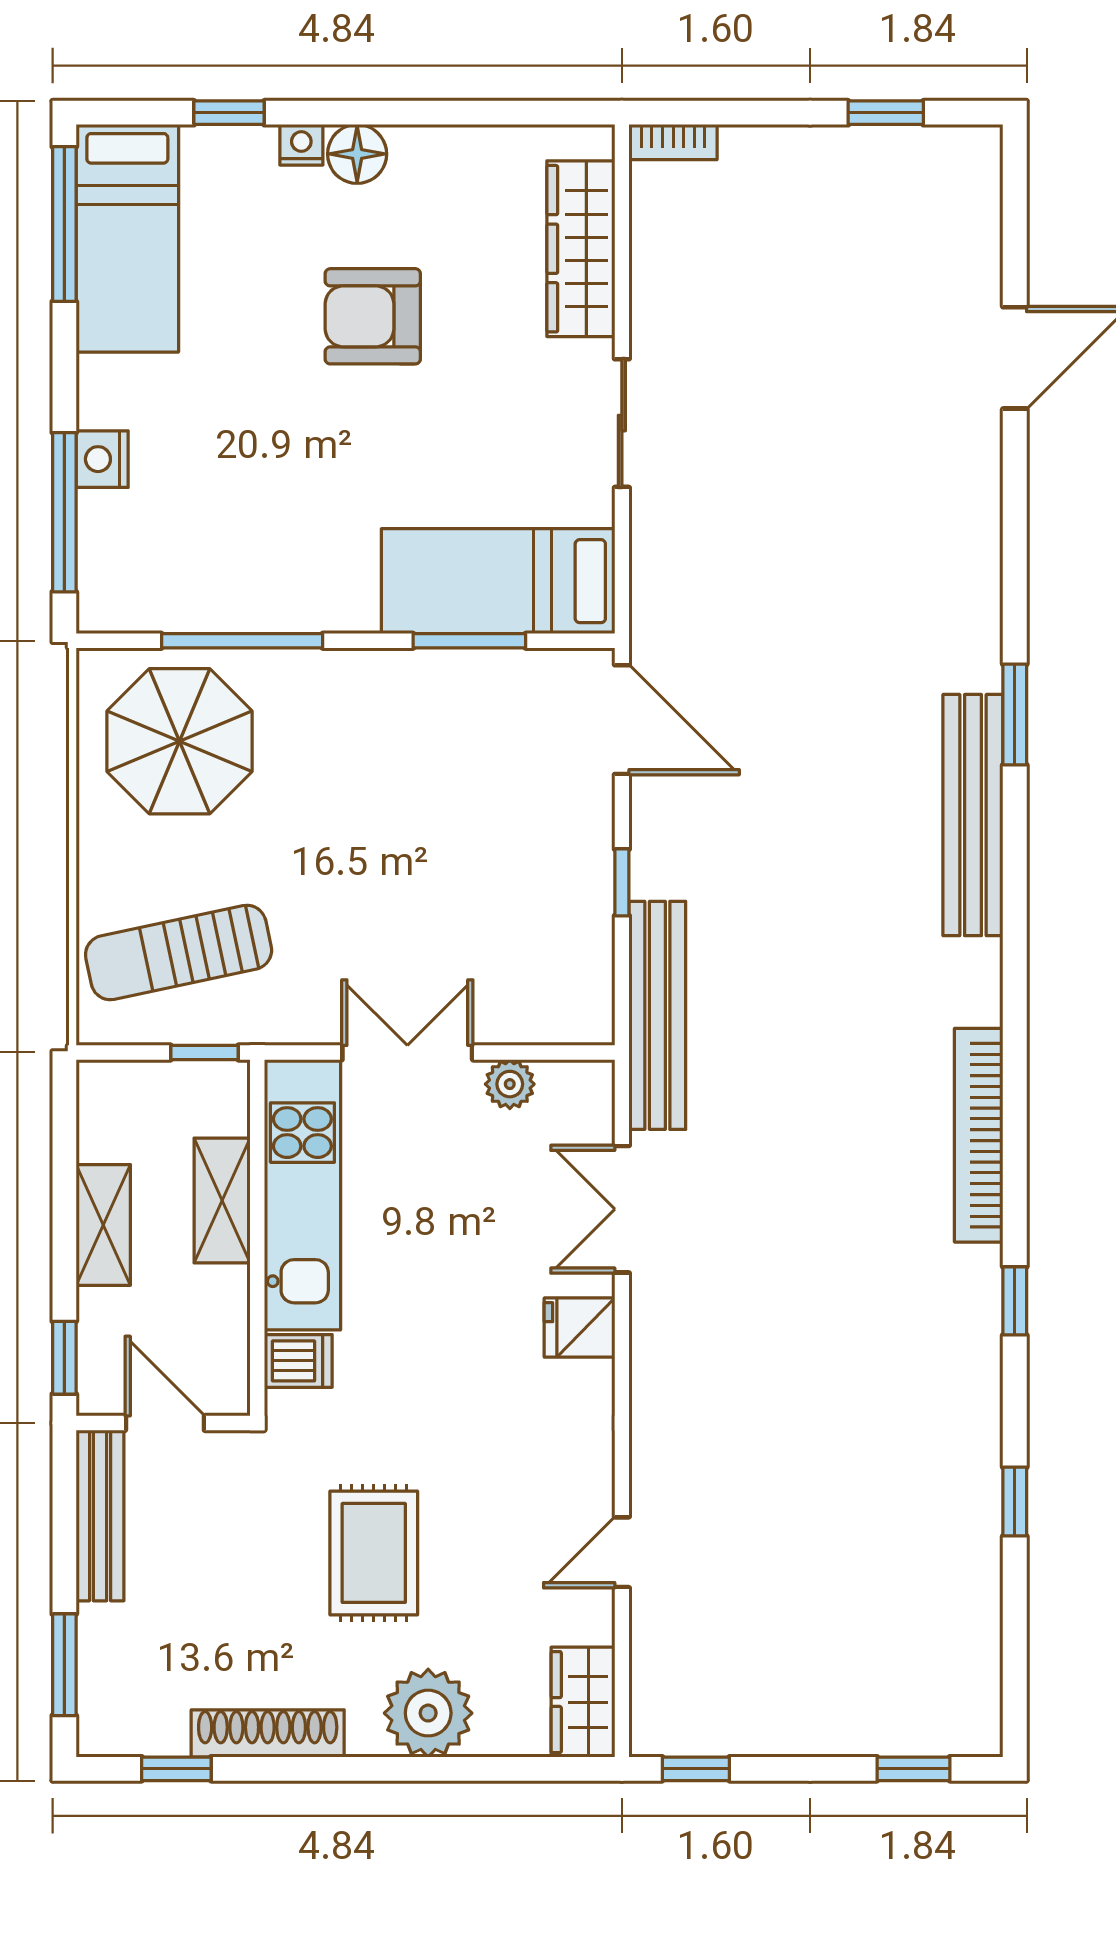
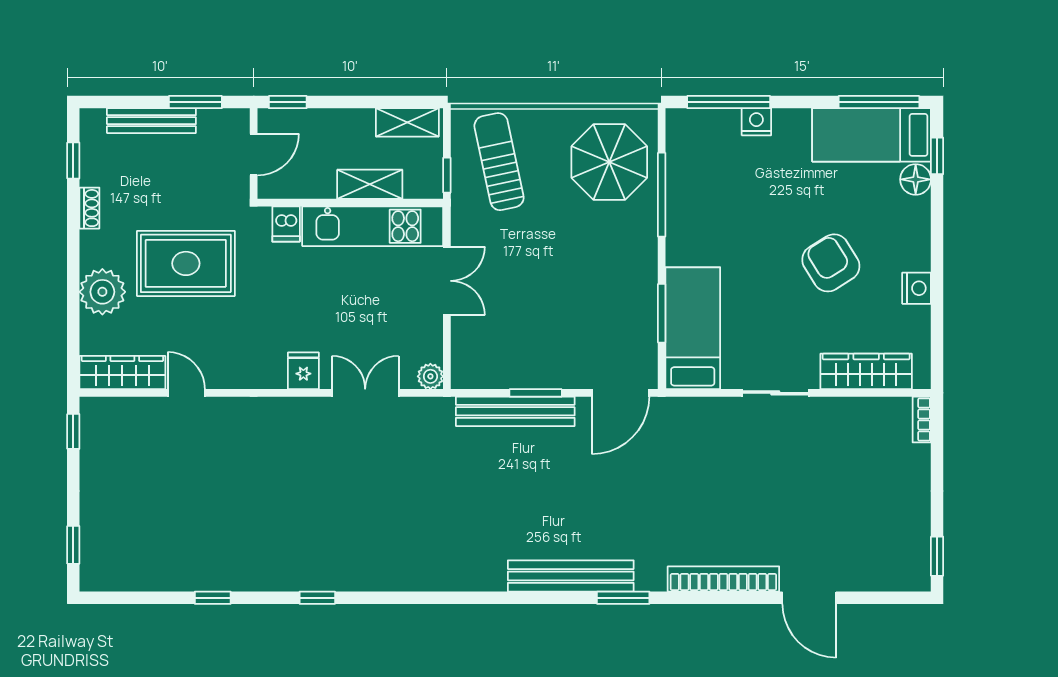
window: (229, 113) -> (937, 156), moved
window: (886, 113) -> (937, 556), moved
nightstand: (301, 145) -> (917, 288), moved, width x1.39, depth x1.35
floor lamp: (357, 154) -> (916, 179), moved
armchair: (373, 316) -> (831, 263), turned -32
window: (622, 882) -> (536, 393), width x1.50
bench: (657, 1015) -> (515, 411), moved
plant: (510, 1084) -> (430, 376), moved
bookcase: (979, 1135) -> (723, 579), moved
shelving: (103, 1225) -> (407, 122), moved
bench: (100, 1515) -> (151, 121), moved
rug: (374, 1553) -> (186, 263), width x1.36, depth x1.43
window: (64, 1665) -> (195, 102), moved
wardrobe: (583, 1702) -> (122, 373), width x1.50
shoe rack: (268, 1733) -> (89, 208), width x0.51, depth x0.81

